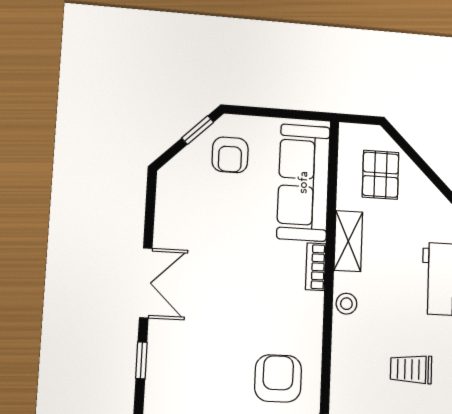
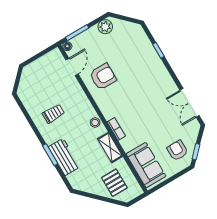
sofa: (303, 182) -> (146, 165), width x0.73
double door: (146, 283) -> (190, 103), moved
armchair: (278, 378) -> (103, 77), turned -90

